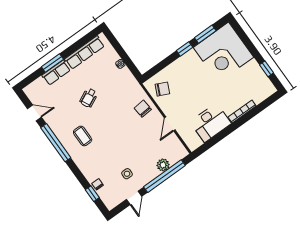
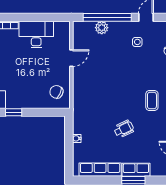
chair: (143, 109) -> (85, 87), removed

